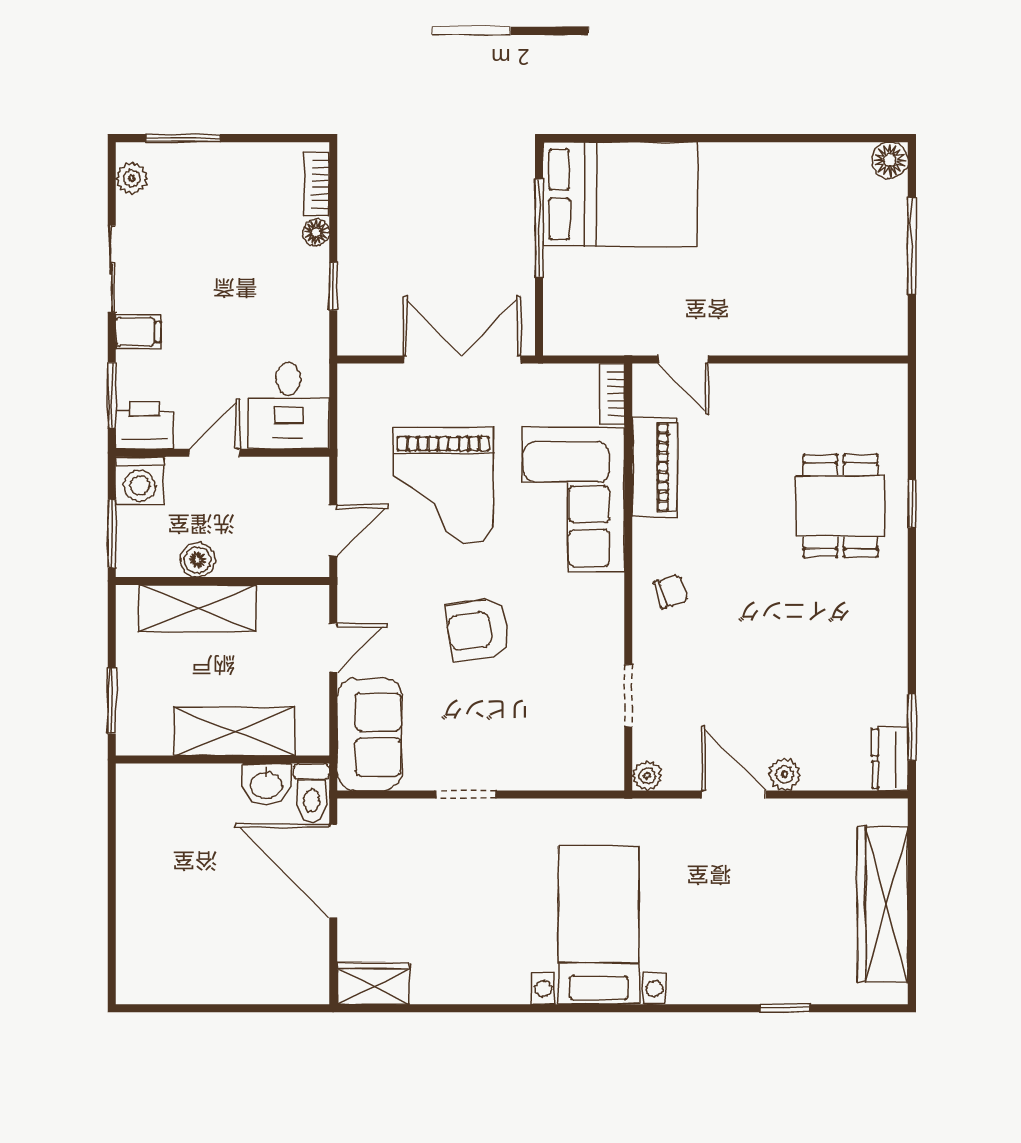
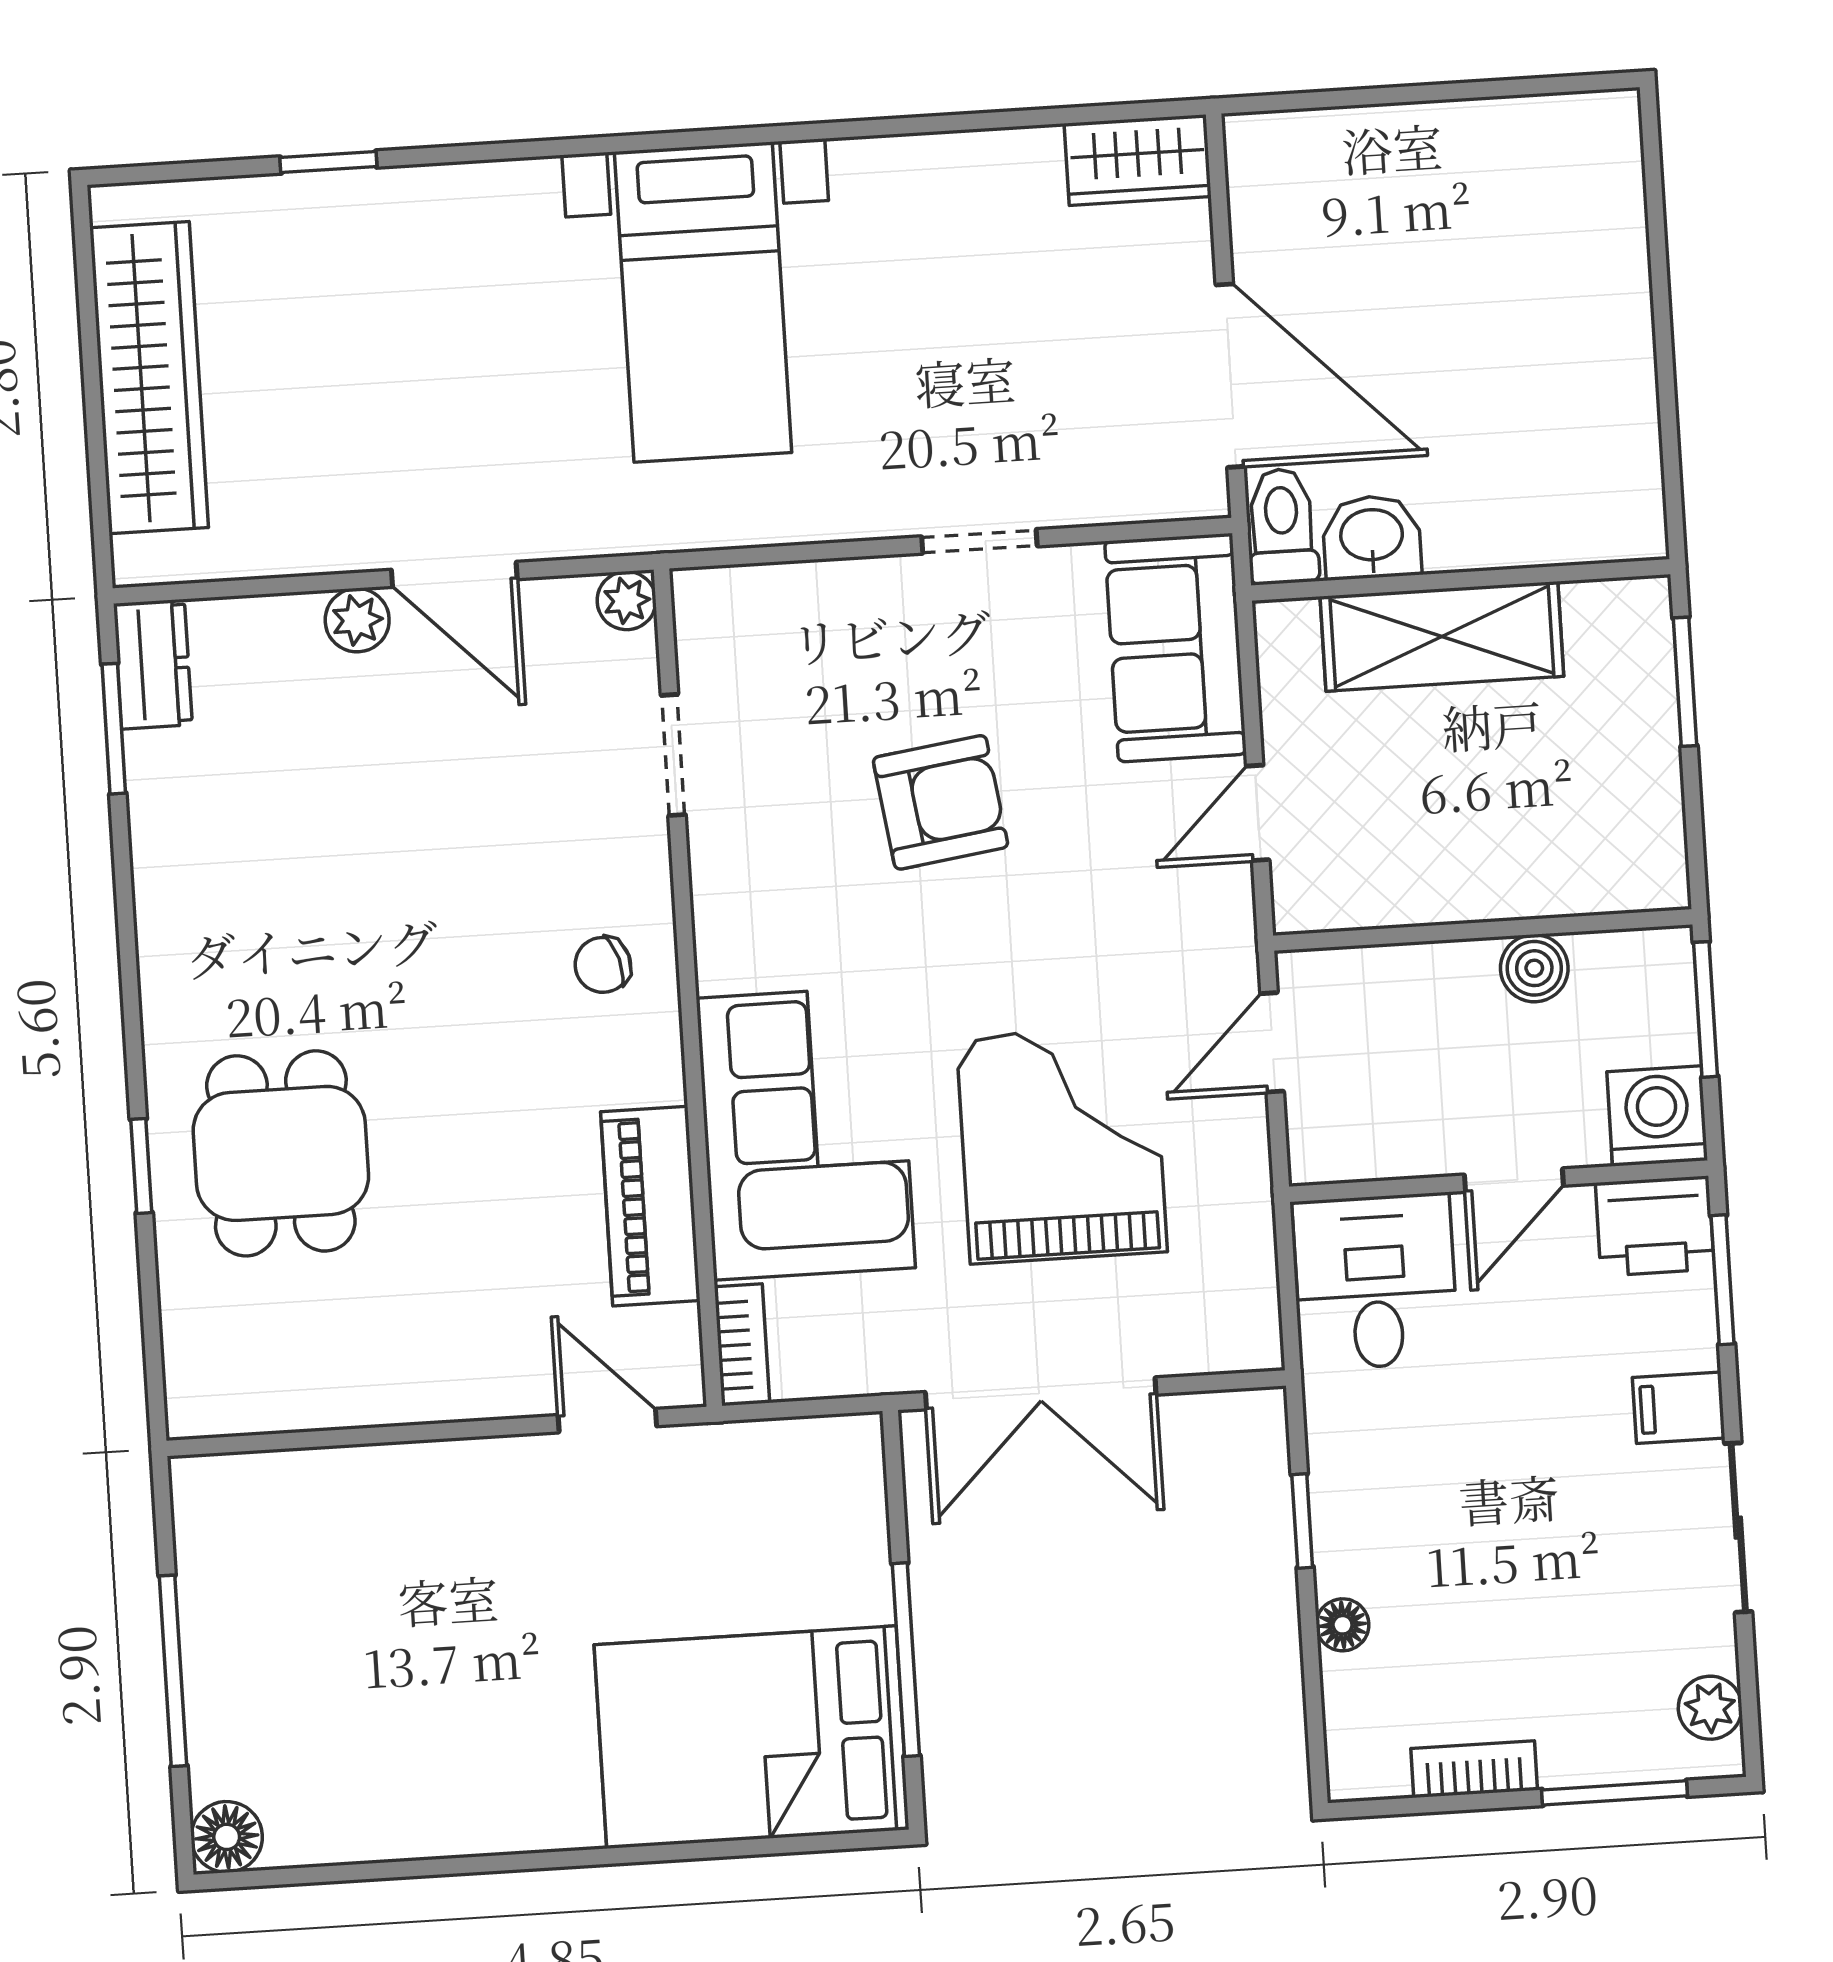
bookcase: (317, 184) -> (1474, 1769), moved, turned -90
shelving: (198, 608) -> (1528, 873), removed
armchair: (478, 630) -> (940, 802), moved

